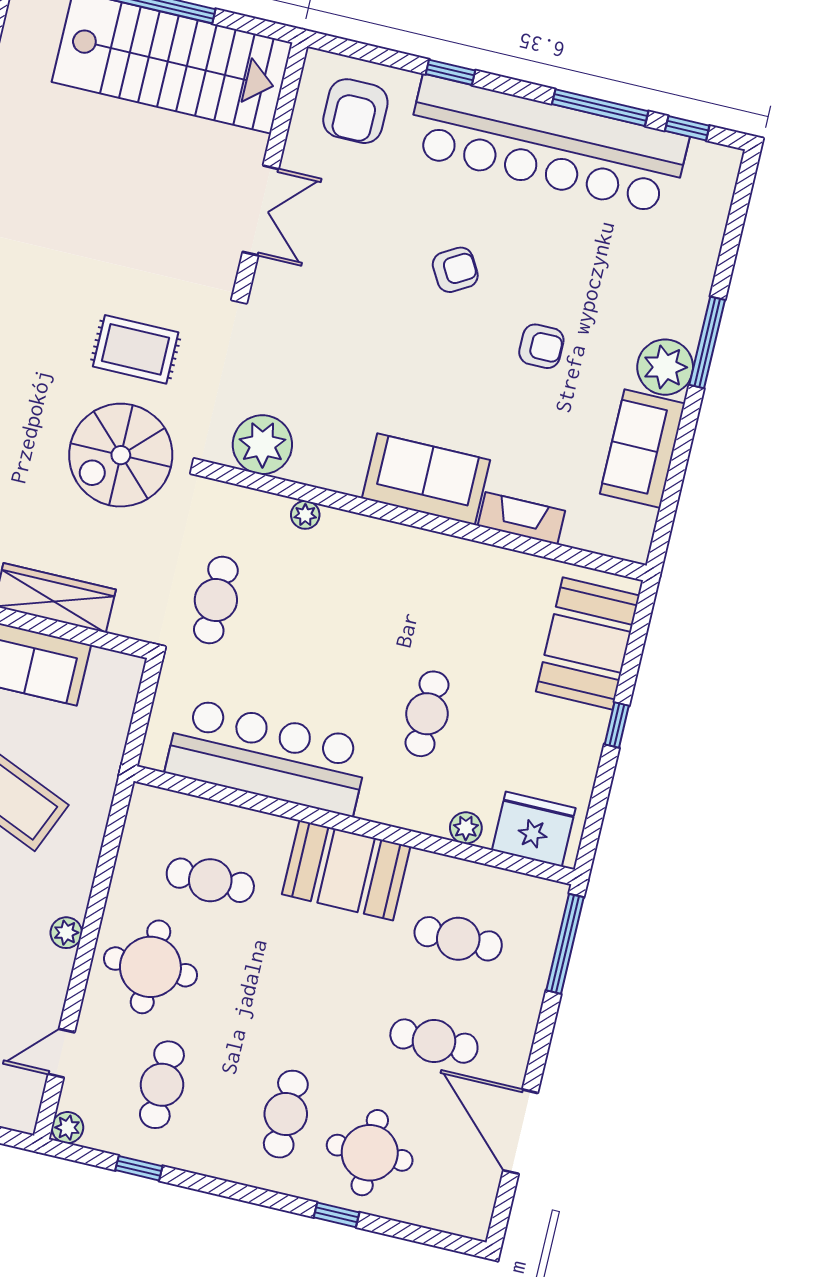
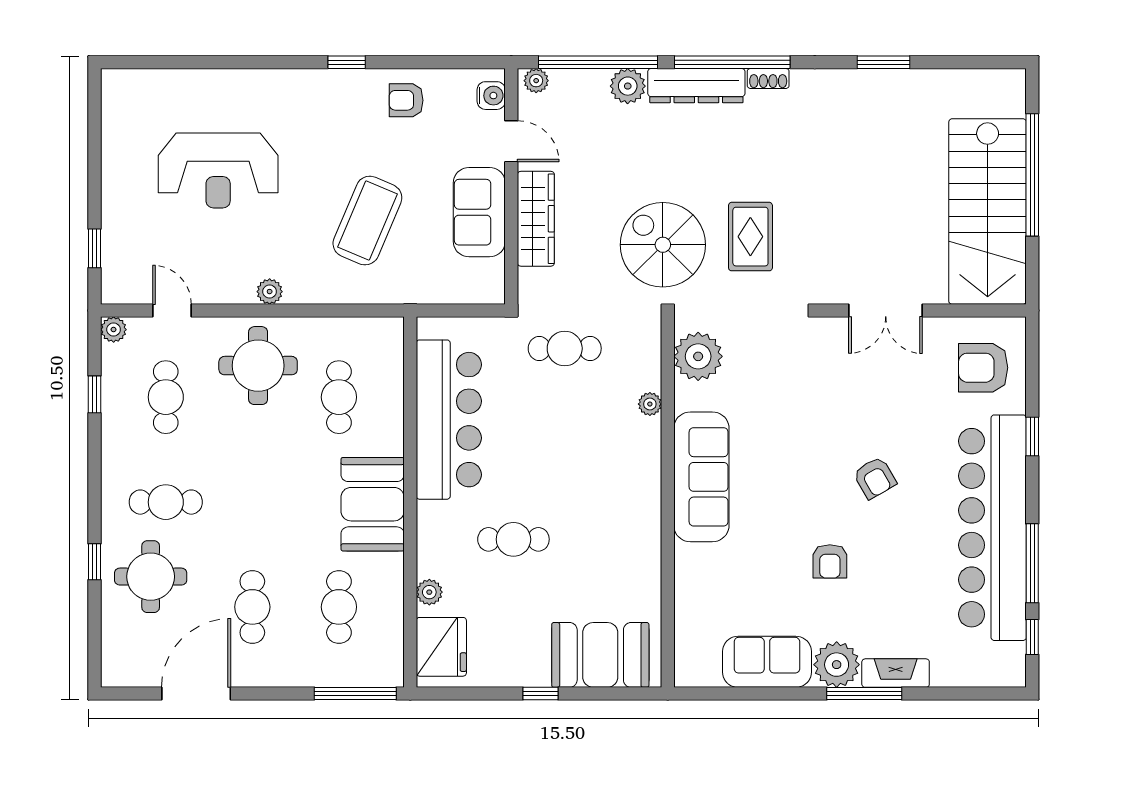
sofa: (426, 479) -> (701, 477), width x1.36
fireplace: (521, 518) -> (896, 673), moved, turned -90
cafe table: (162, 1085) -> (166, 397), turned 90

